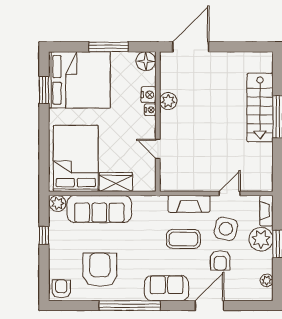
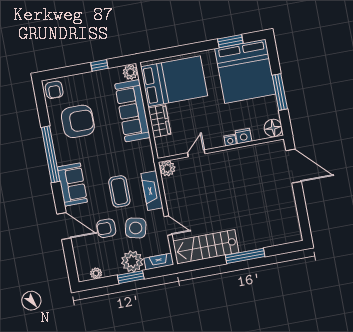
plant: (168, 101) -> (167, 168), moved
stairs: (260, 108) -> (206, 247), moved
armchair: (61, 289) -> (54, 90), turned 90

